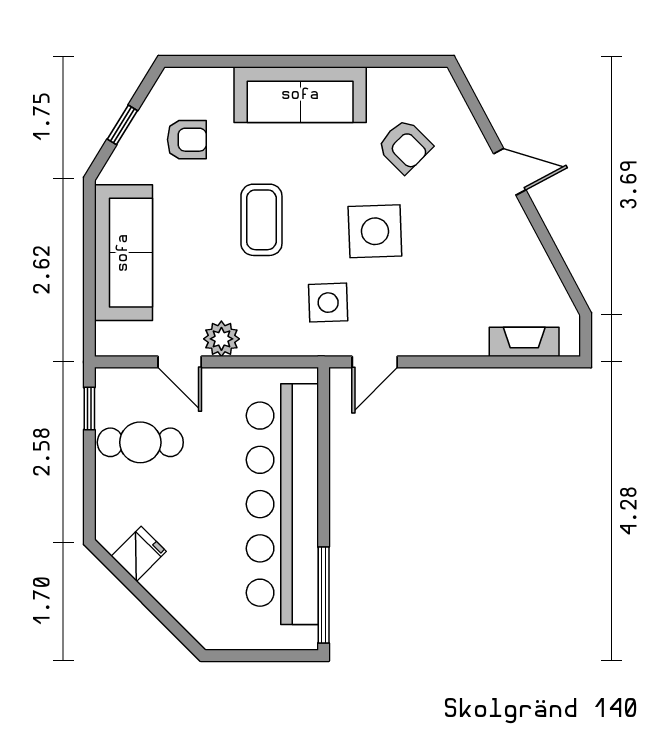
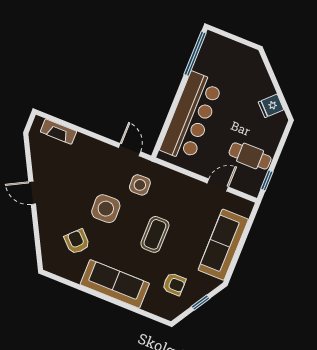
armchair: (187, 140) -> (174, 284), turned 180
door: (510, 172) -> (32, 193), moved
plant: (221, 339) -> (195, 188), removed
door: (180, 362) -> (218, 185), hinge flipped
door: (375, 362) -> (130, 150), hinge flipped
bar counter: (282, 504) -> (191, 117), width x0.73

